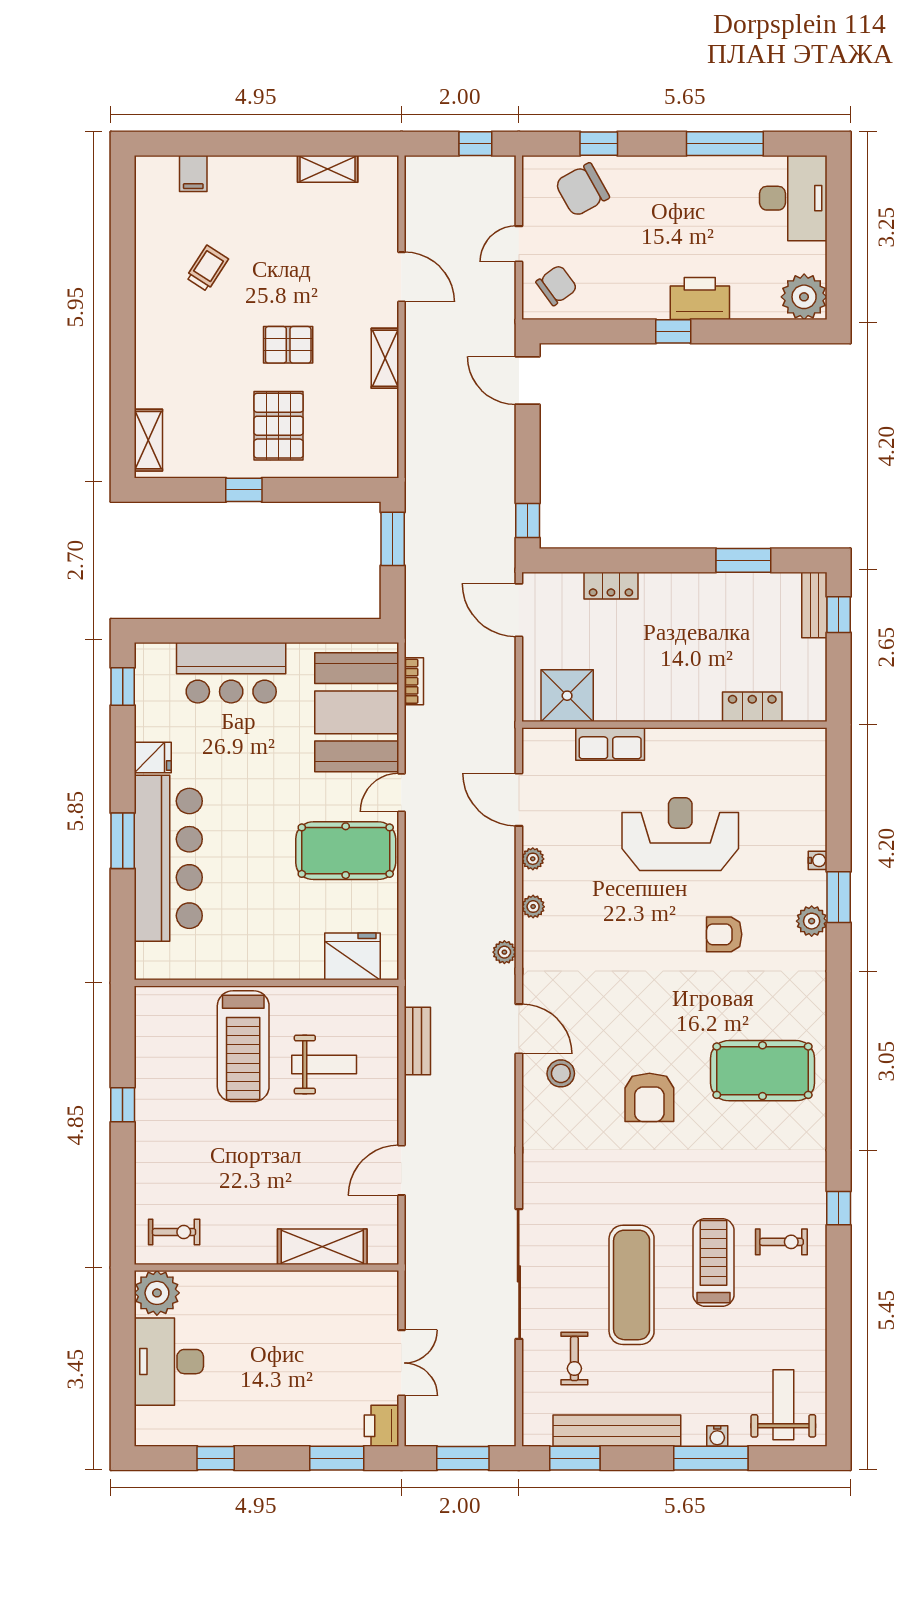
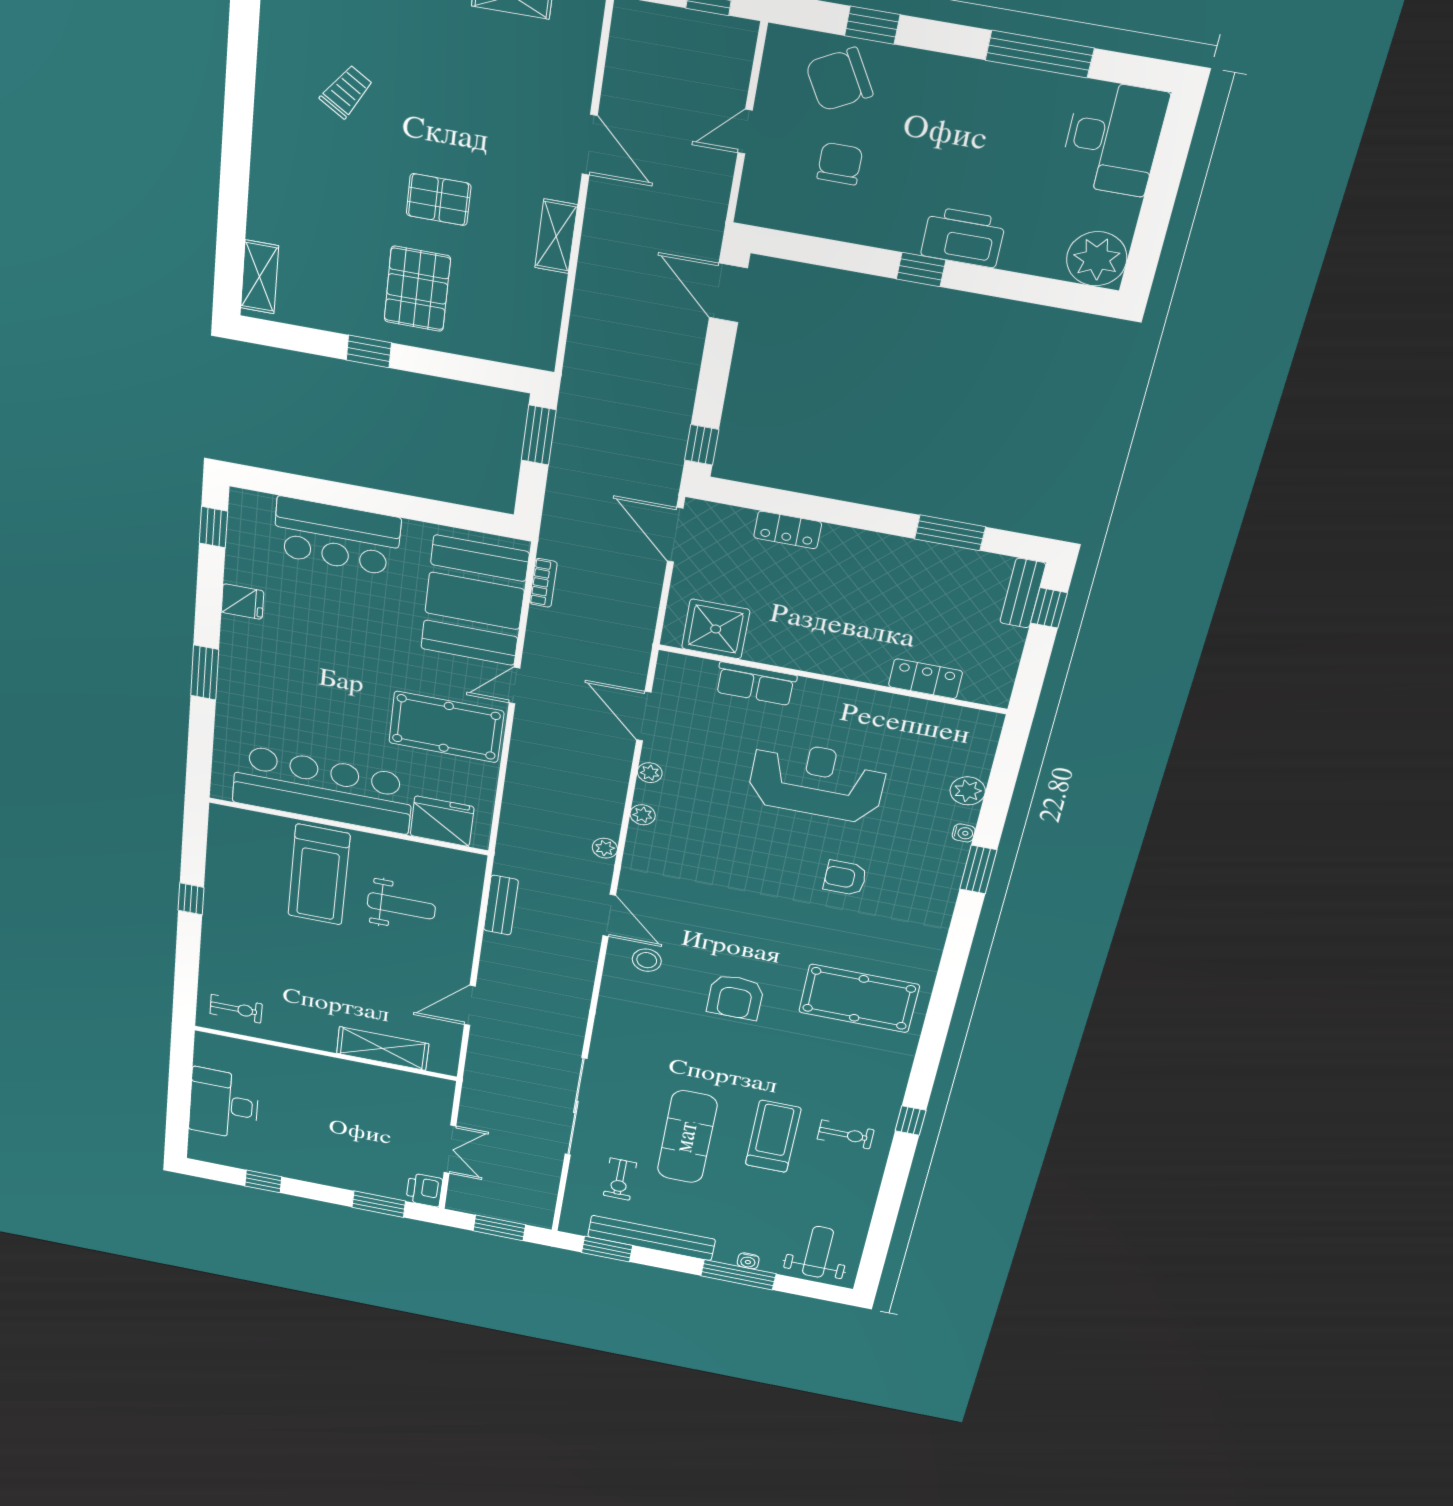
chair: (557, 285) -> (840, 164), moved, turned -54
bar counter: (168, 858) -> (323, 789), moved, turned -90
plant: (812, 921) -> (968, 791), moved
plant: (157, 1293) -> (216, 1051), removed

